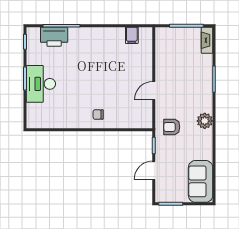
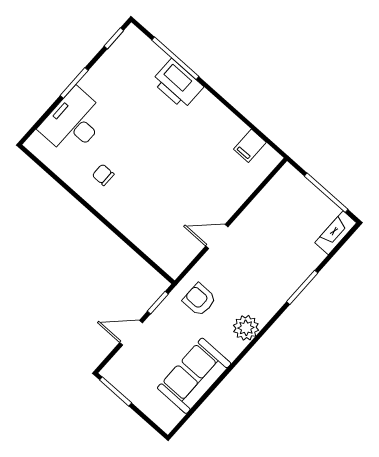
printer: (54, 37) -> (177, 84), moved
desk: (41, 84) -> (73, 122), moved
chair: (98, 114) -> (103, 175), moved
sofa: (201, 181) -> (194, 376), moved

